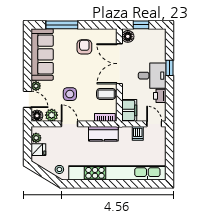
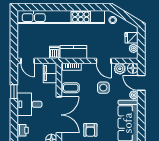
window: (169, 68) -> (14, 92), moved
printer: (160, 96) -> (23, 130), moved
dishwasher: (138, 133) -> (54, 52), moved

